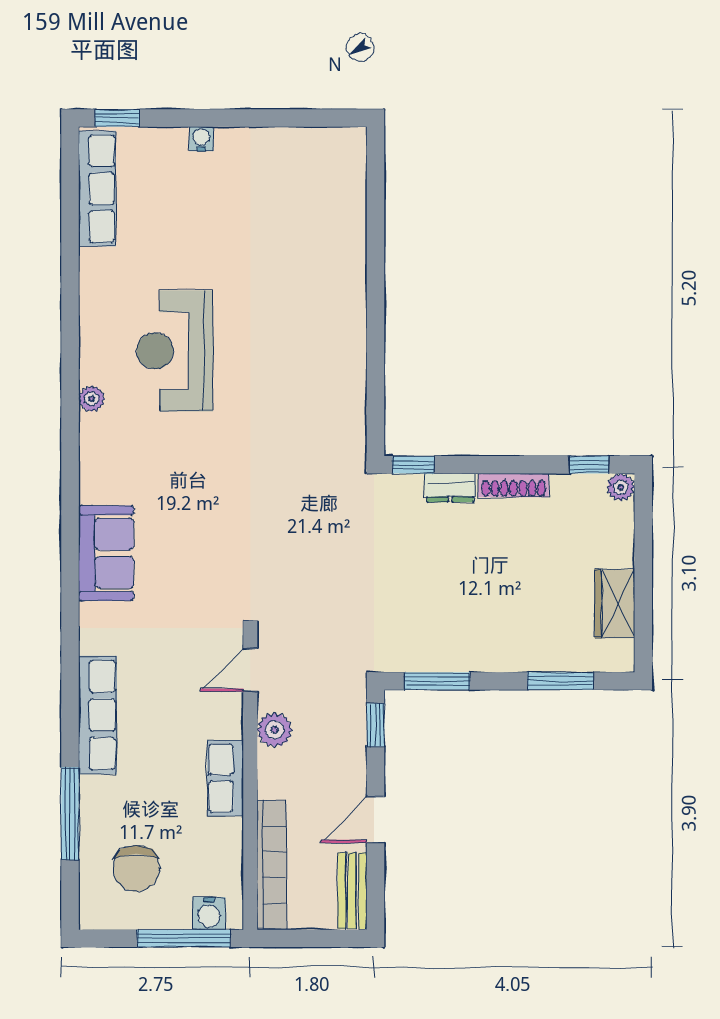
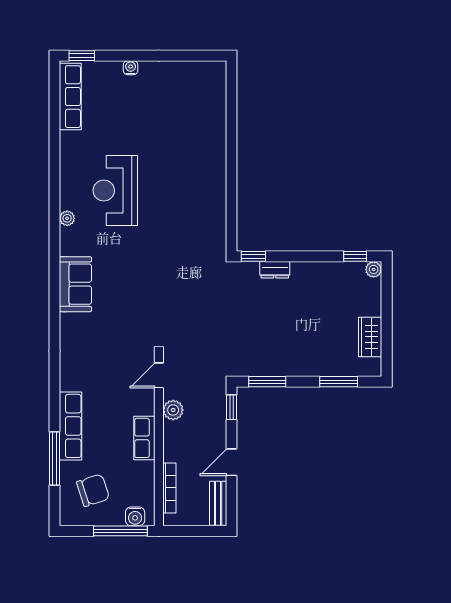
shoe rack: (514, 485) -> (311, 268), removed
sofa: (106, 553) -> (75, 284), moved
row of seats: (98, 715) -> (71, 426), moved
bookcase: (272, 864) -> (169, 488), width x0.68, depth x0.76
chair: (136, 868) -> (93, 490), turned -108

